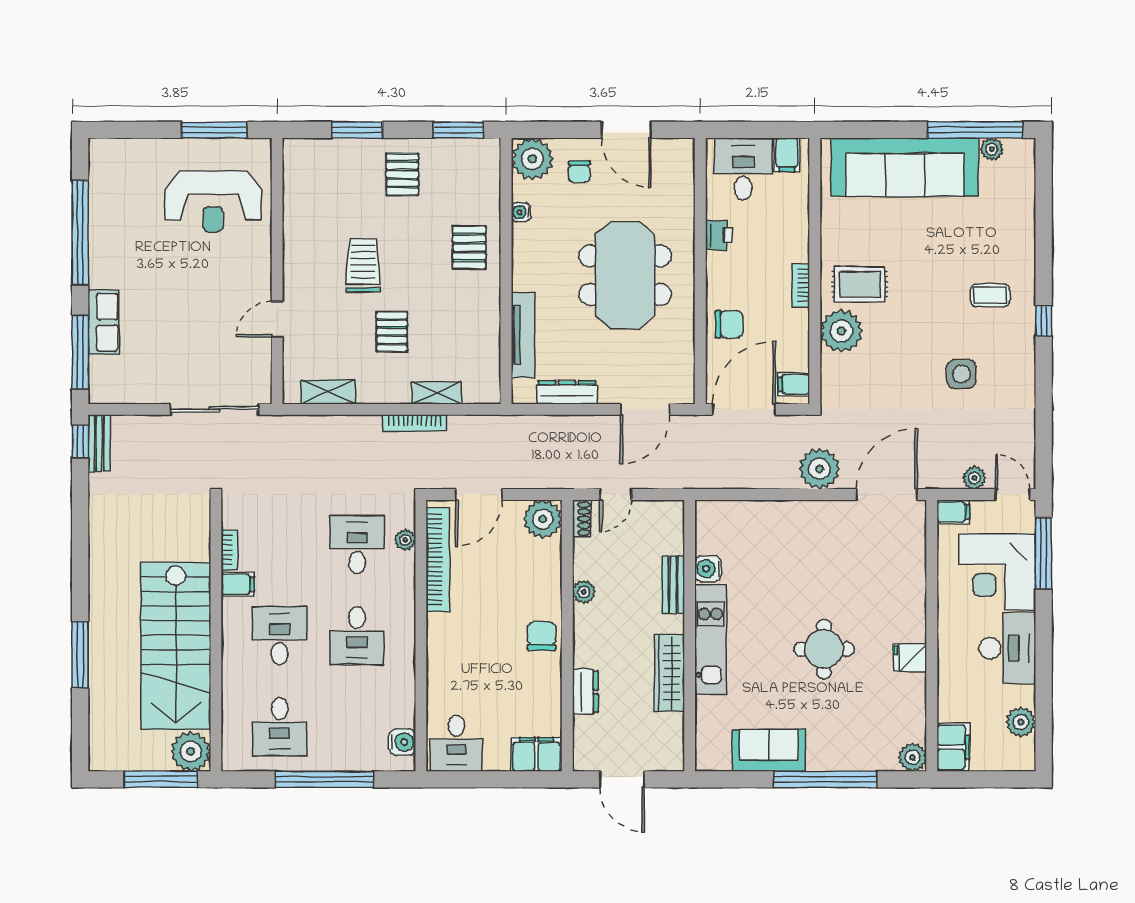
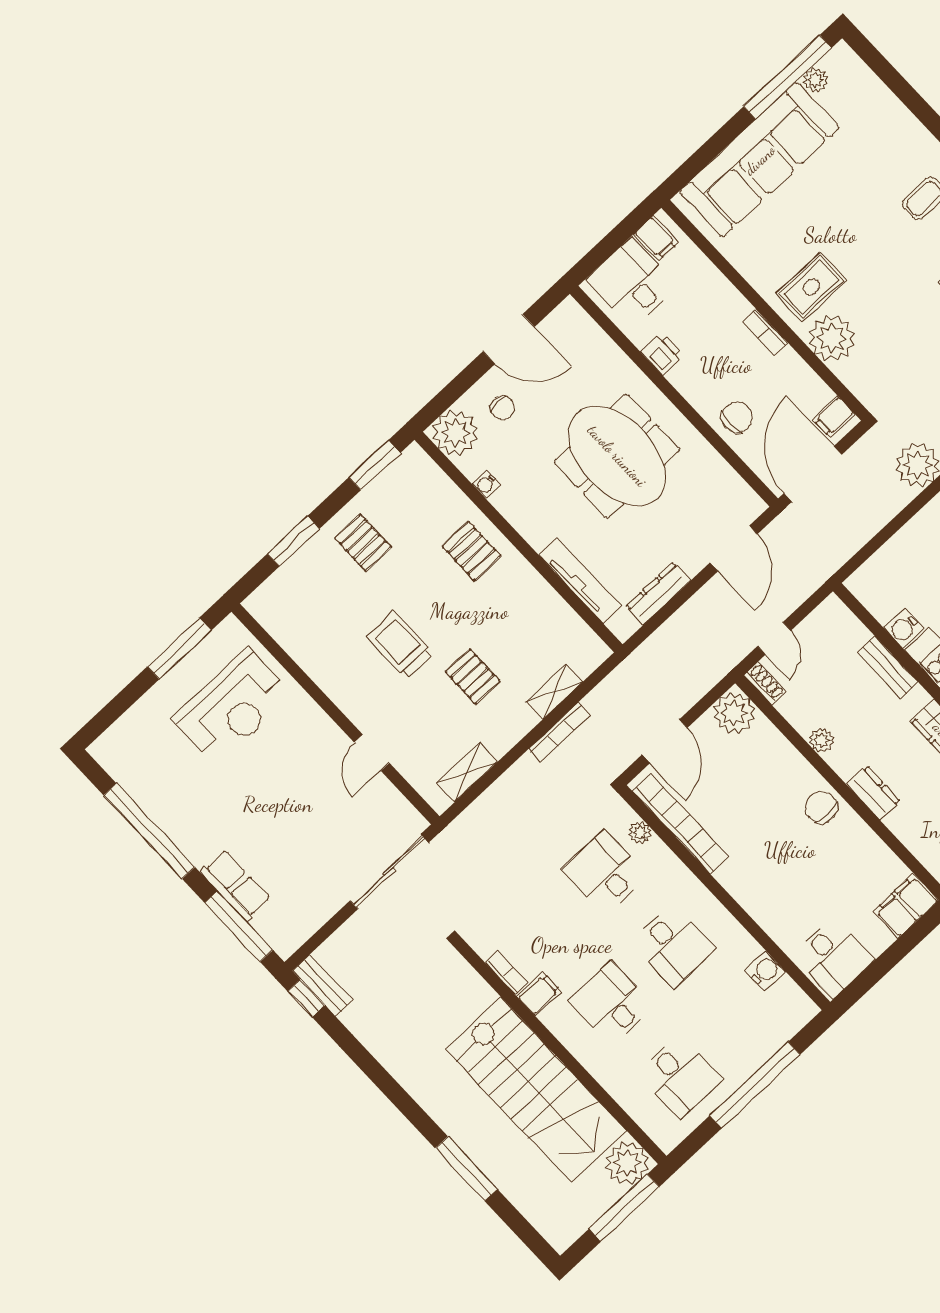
dresser: (585, 692) -> (874, 793), moved
water cooler: (402, 742) -> (765, 971), moved

